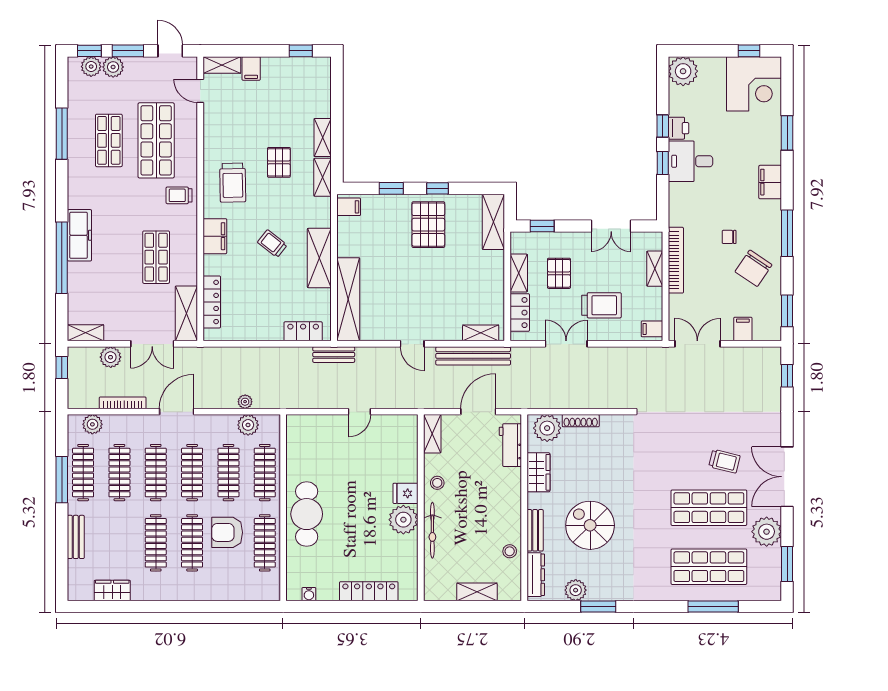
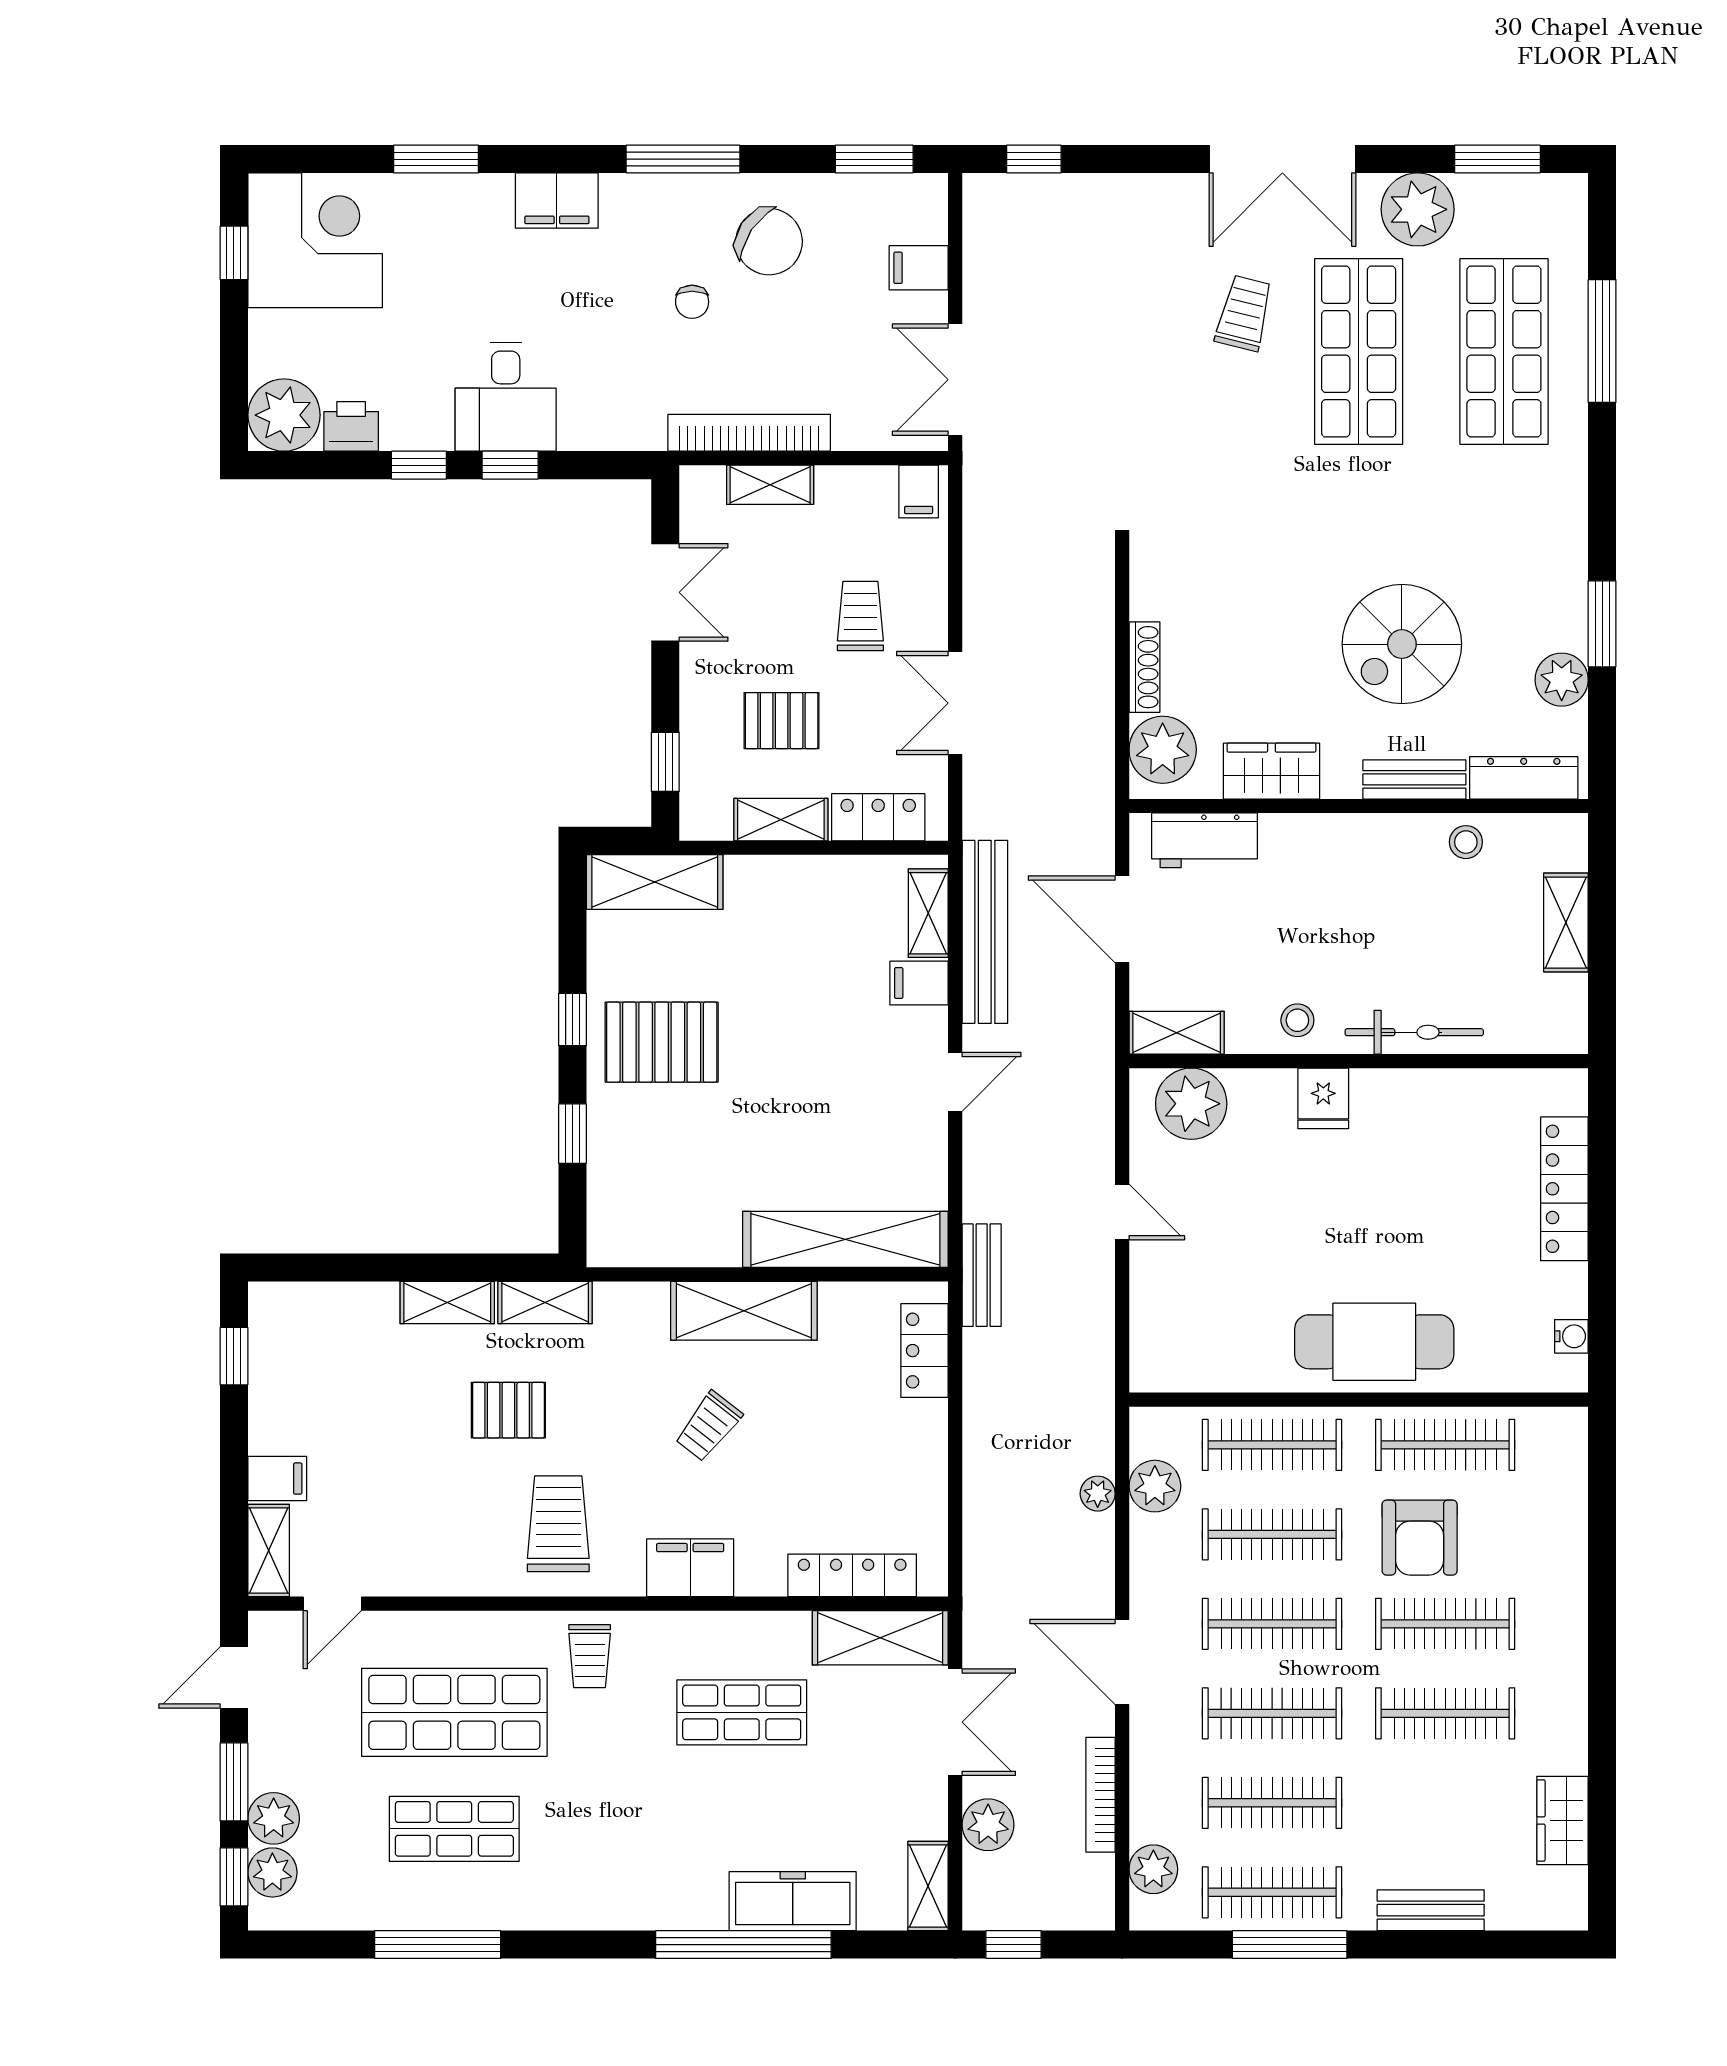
printer: (678, 128) -> (351, 426), moved
trolley: (233, 183) -> (558, 1524), turned -89
filing cabinet: (349, 207) -> (919, 983), moved, turned -90
freezer: (79, 235) -> (793, 1901), moved
trolley: (601, 305) -> (860, 616), width x0.73, depth x0.72
plant: (403, 520) -> (1191, 1104), moved

